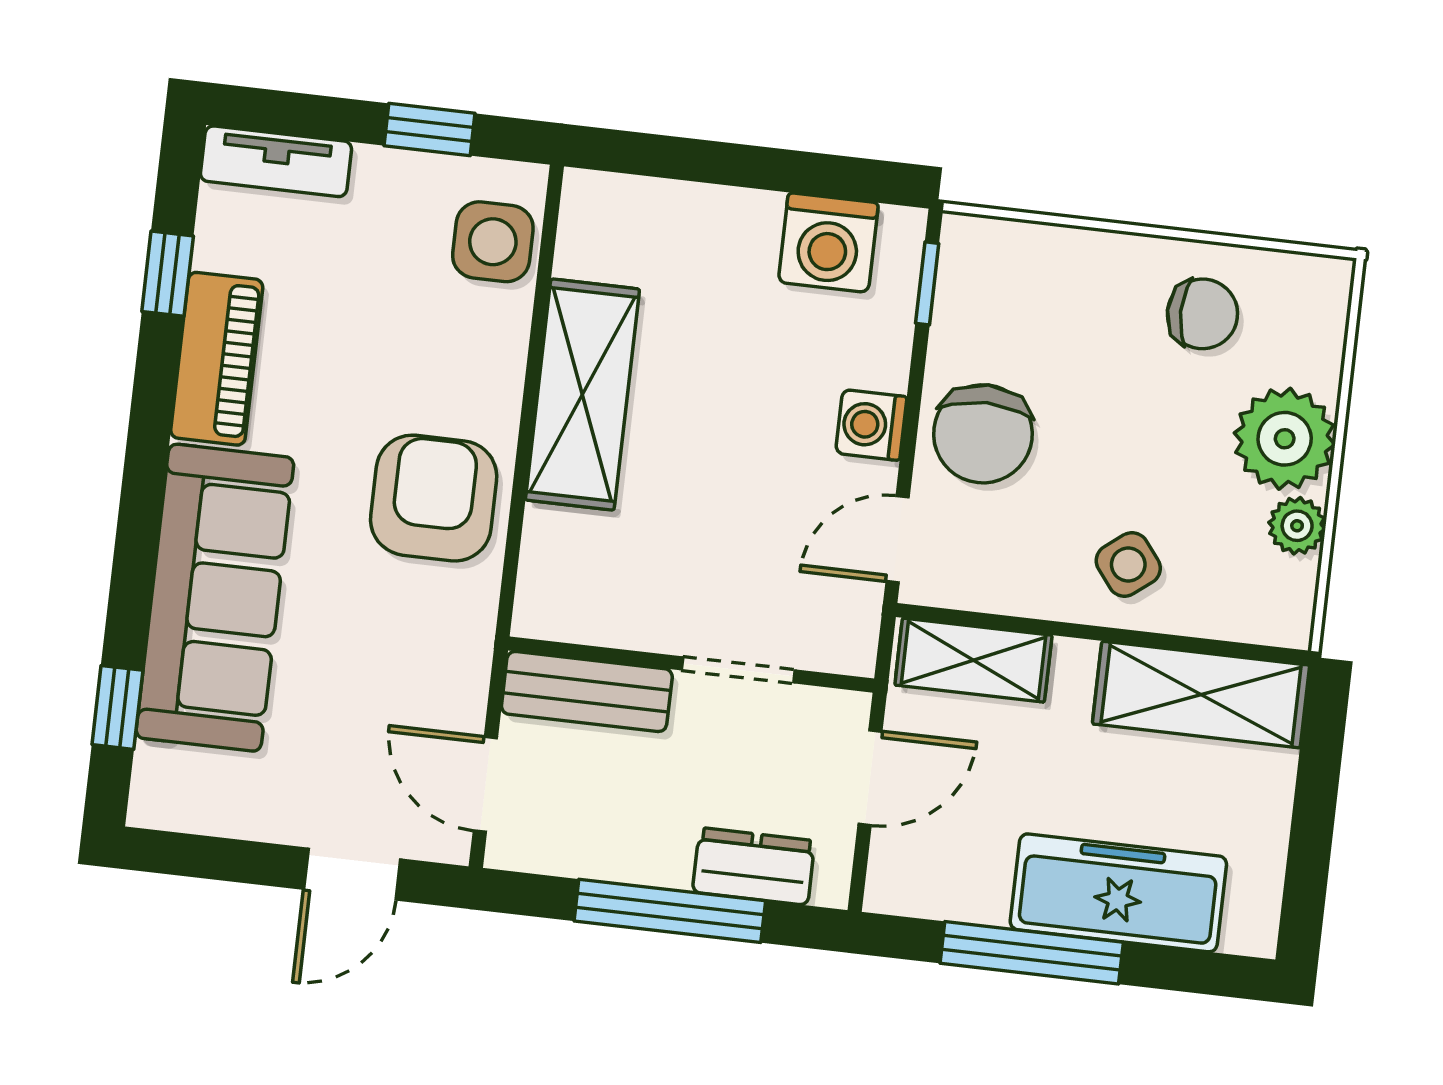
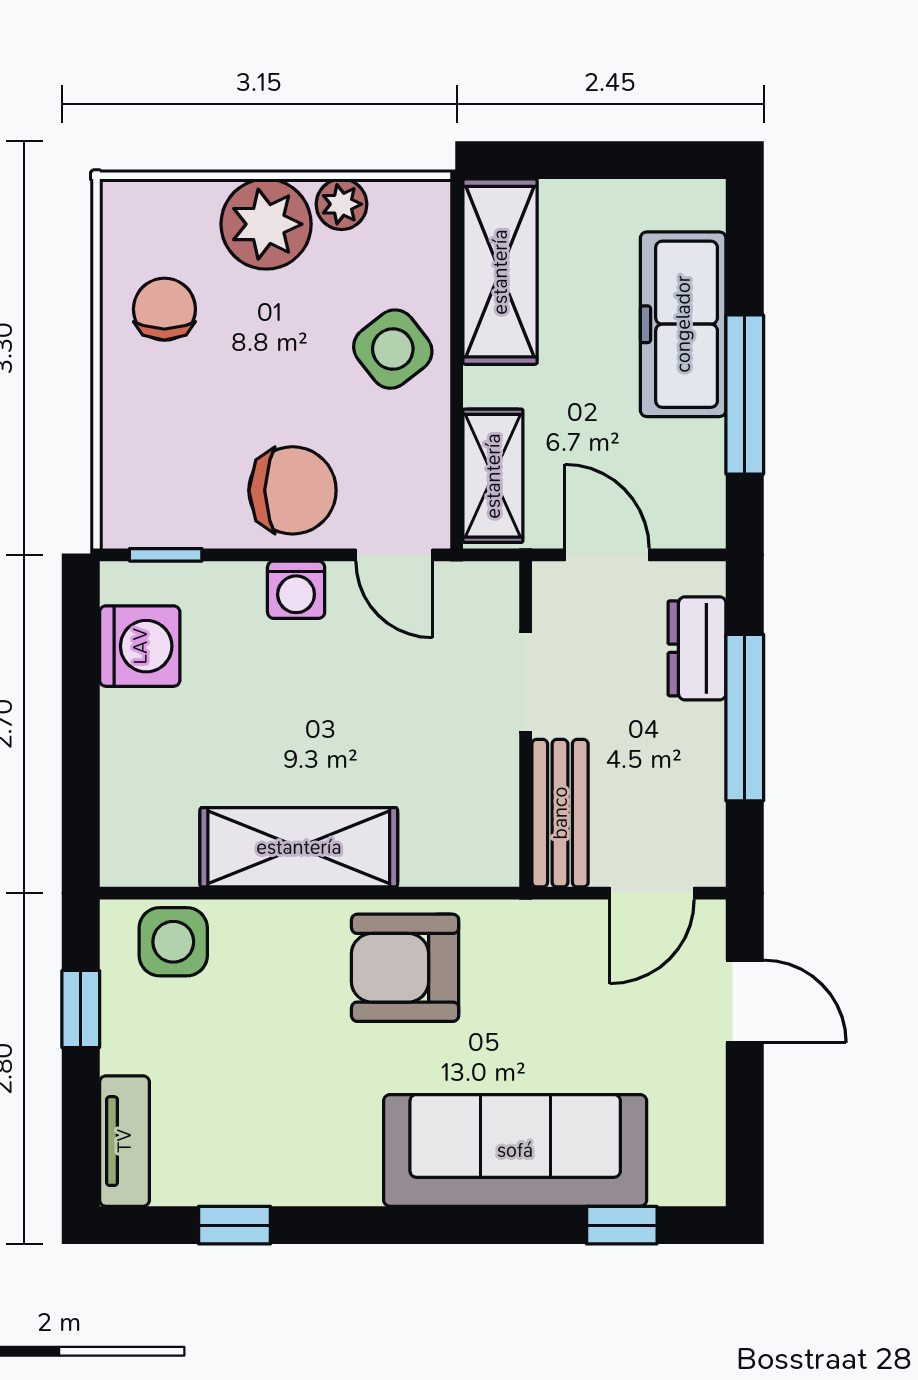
piano: (217, 359) -> (304, 1173), removed
side table: (1128, 564) -> (393, 349), width x1.37, depth x1.37

